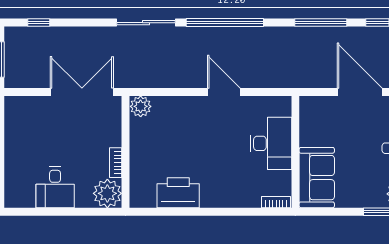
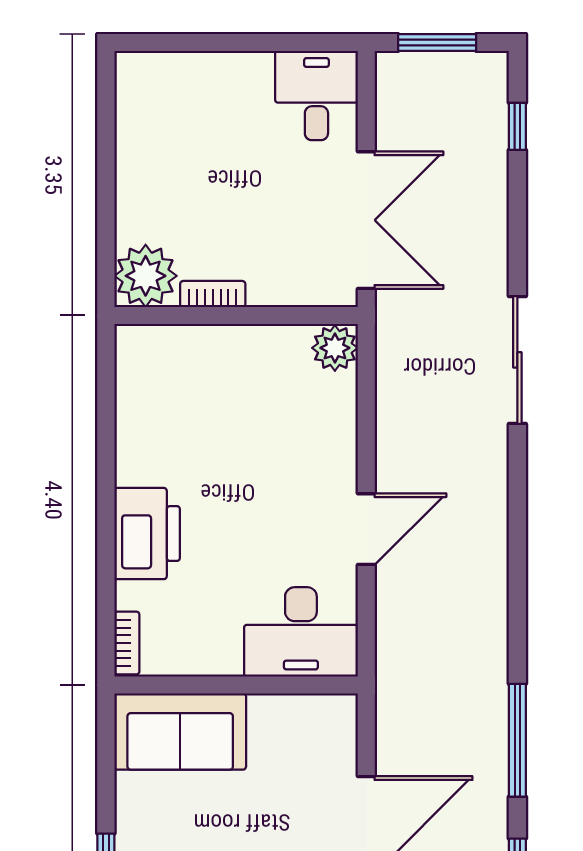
window: (225, 23) -> (517, 532), removed
desk: (271, 143) -> (301, 632), moved
desk: (55, 187) -> (316, 96), moved, turned 90
printer: (178, 193) -> (147, 534), moved

